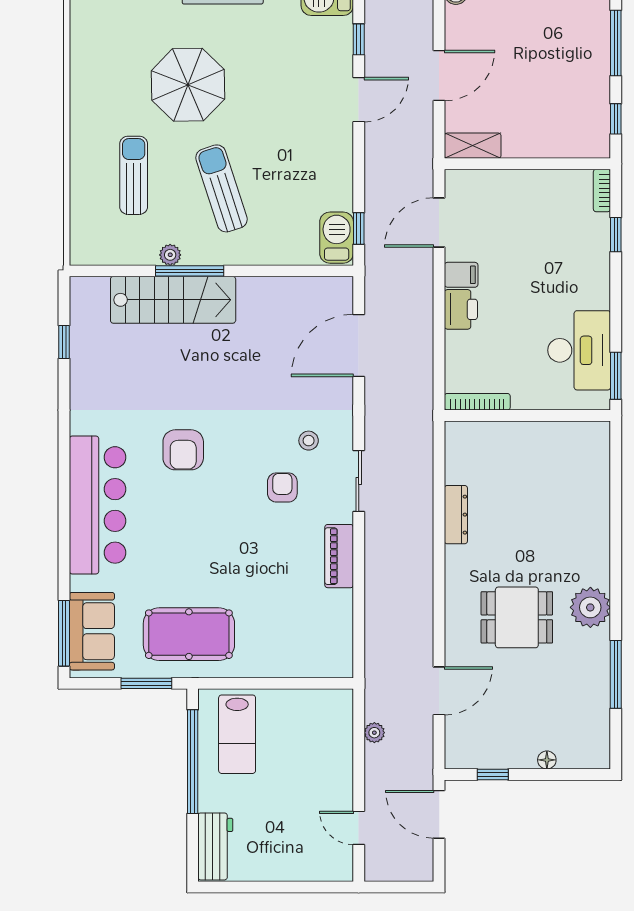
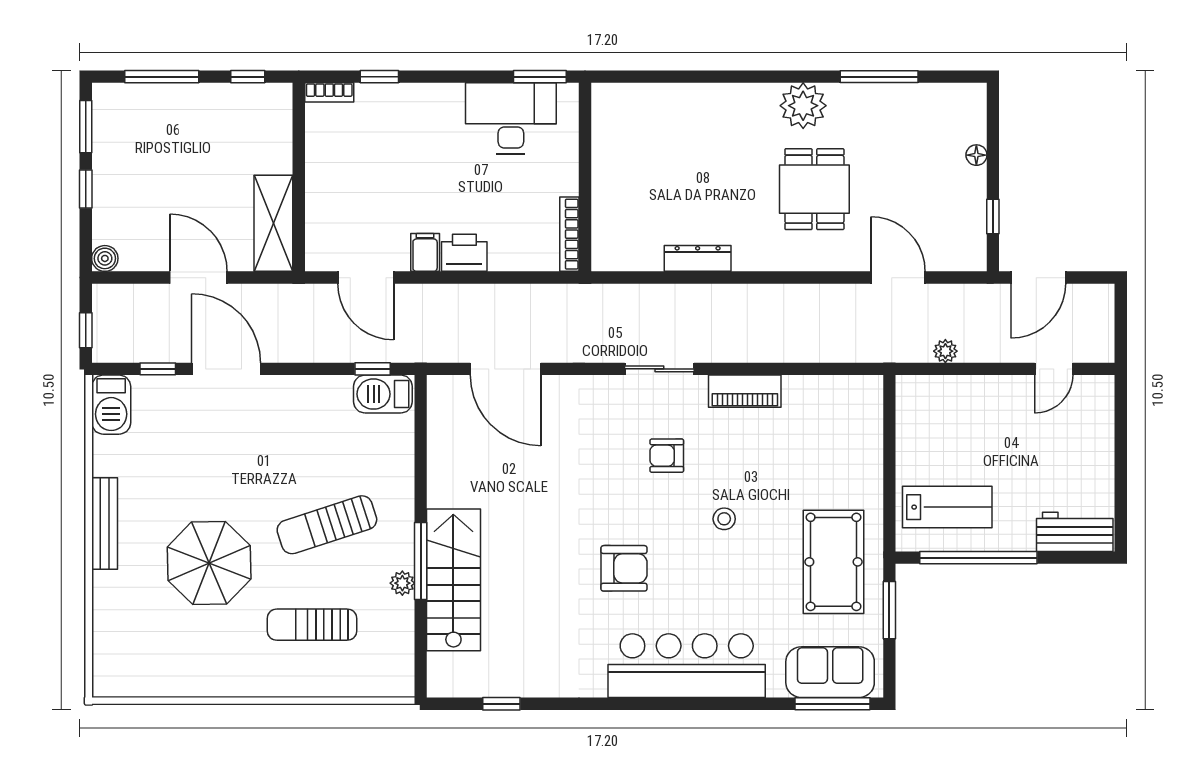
door: (359, 100) -> (226, 369), width x1.36
shelving: (473, 146) -> (273, 223), width x1.50, depth x1.33
stool: (309, 441) -> (724, 519), moved

